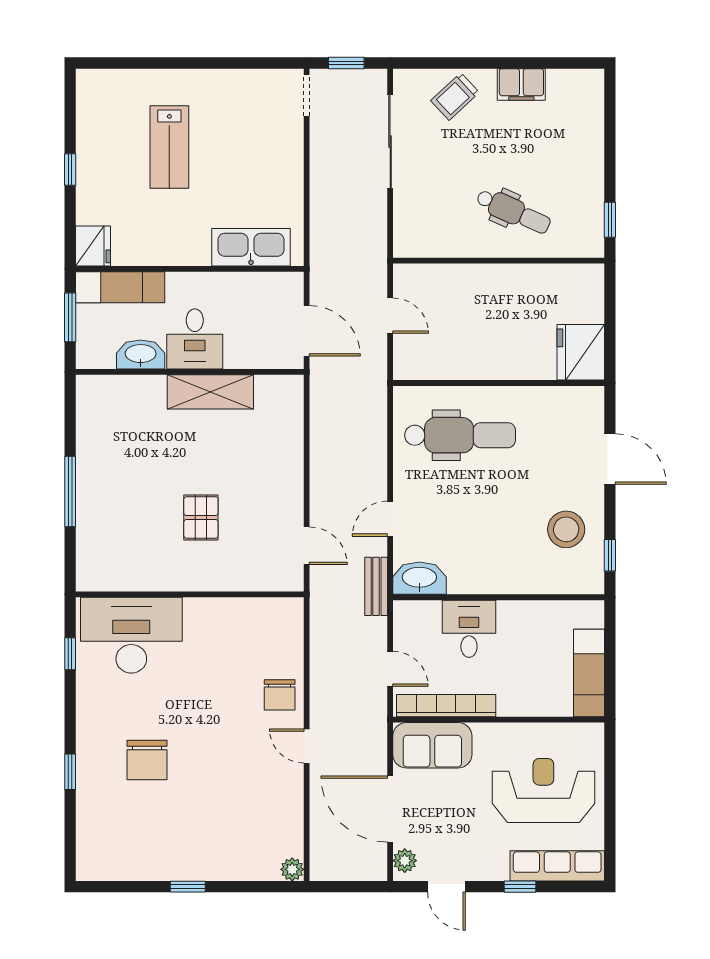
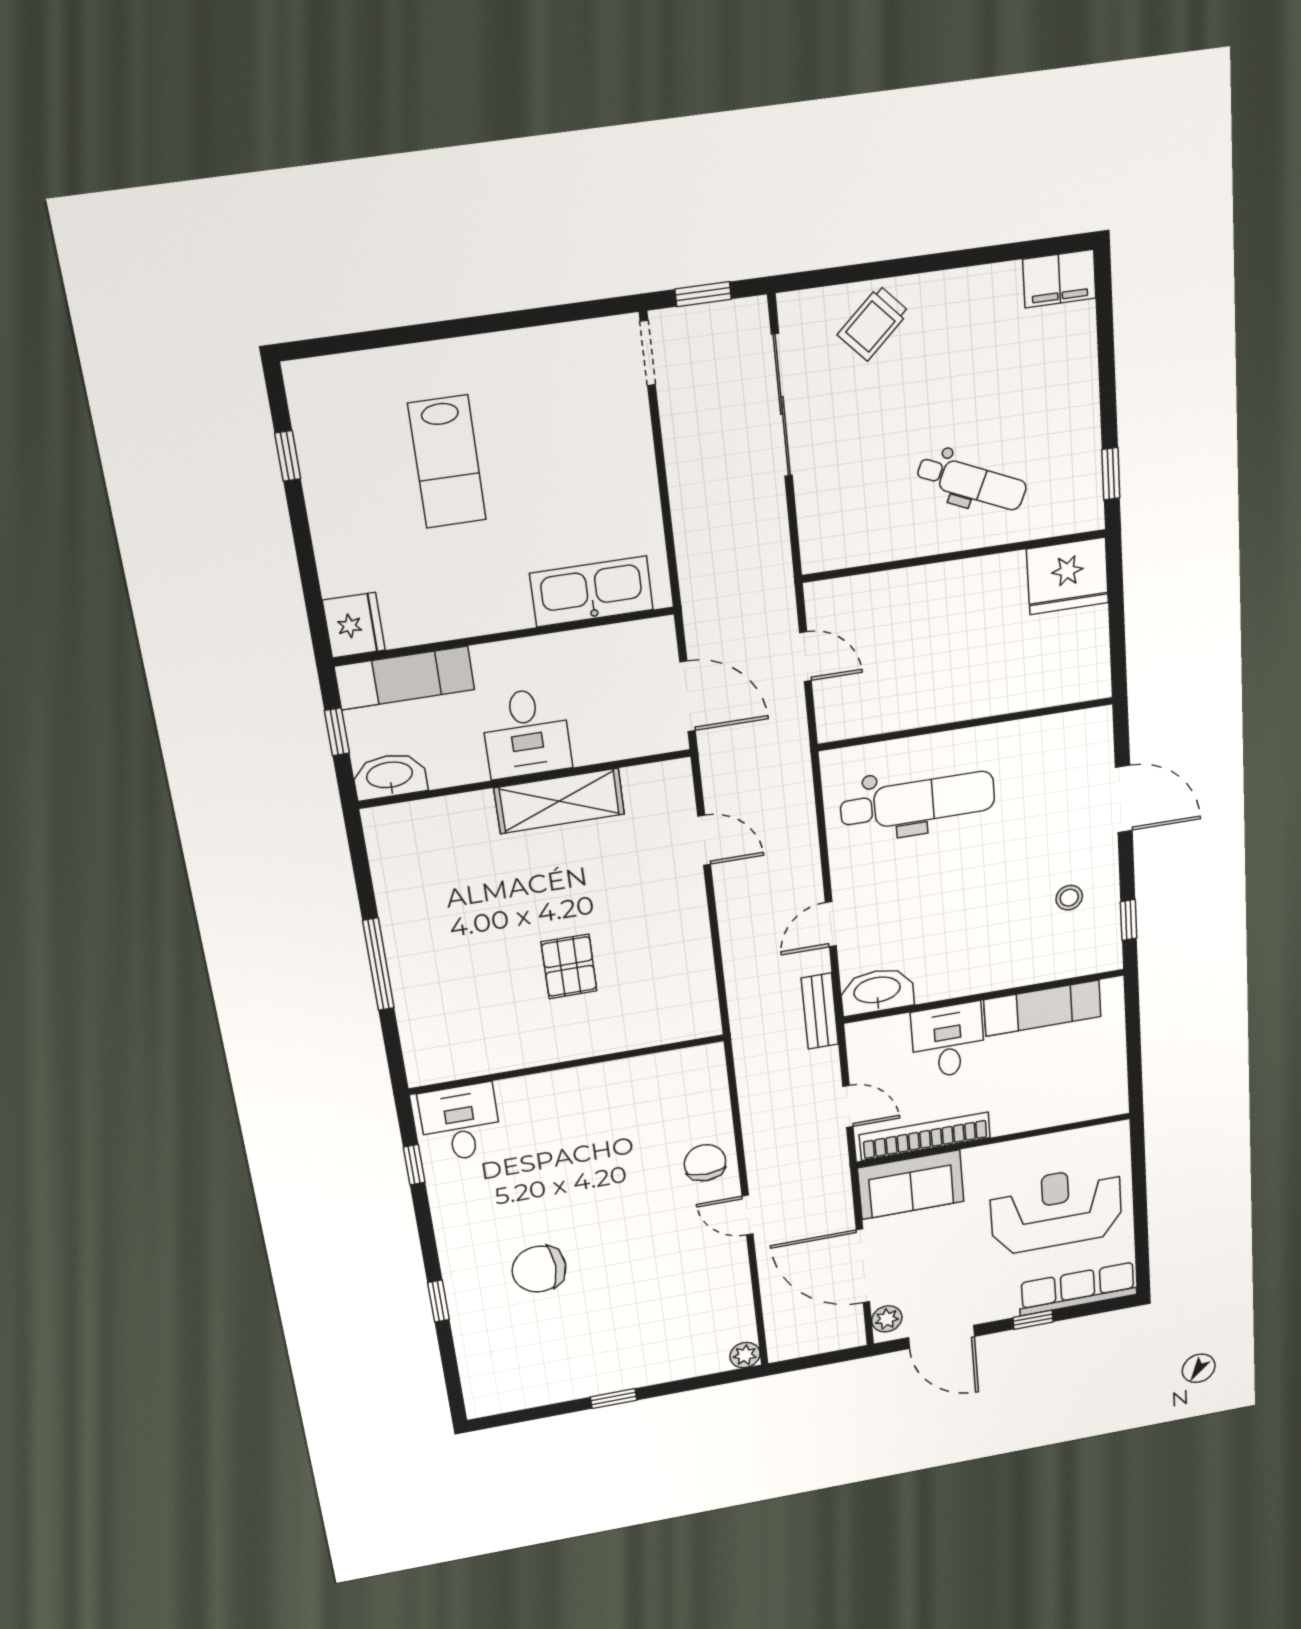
filing cabinet: (521, 85) -> (1059, 279), moved
window: (70, 170) -> (288, 456), moved
window: (70, 317) -> (337, 732), width x0.67
fridge: (581, 352) -> (1068, 576), moved, turned -90
washbasin: (141, 354) -> (390, 776), moved
stool: (566, 529) -> (1069, 898), width x0.53, depth x0.53
door: (307, 546) -> (704, 840), moved
desk: (131, 635) -> (460, 1123), width x0.53, depth x0.77
exam couch: (589, 673) -> (1042, 1008), moved, turned -90
chair: (280, 695) -> (705, 1163), turned 180
chair: (147, 760) -> (539, 1269), turned 89
door: (446, 887) -> (942, 1337), width x1.38

